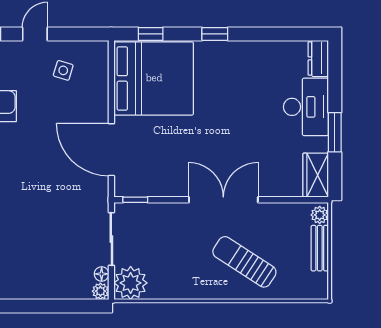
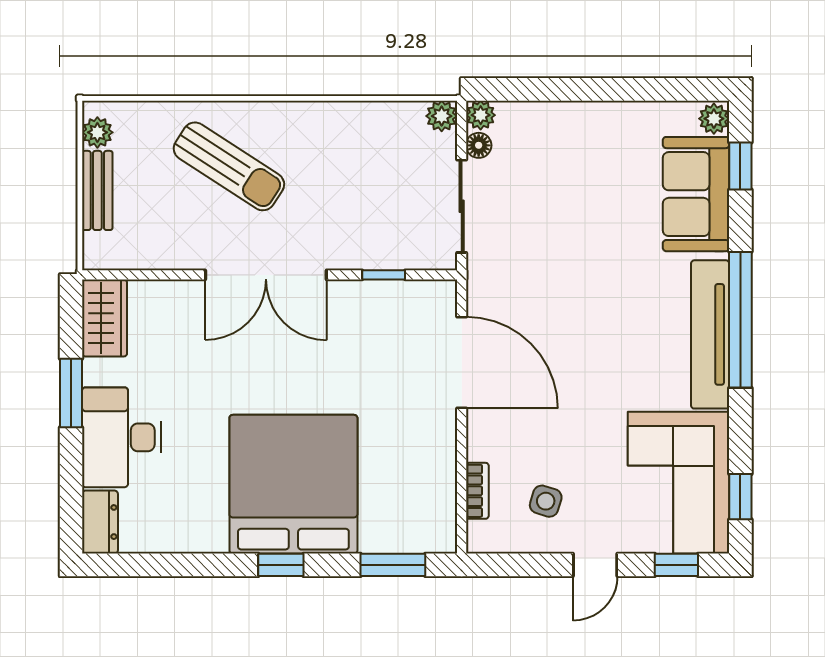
window: (151, 34) -> (393, 565), width x1.50
bookcase: (102, 76) -> (477, 491), added
bed: (154, 78) -> (293, 484), moved, turned 90
window: (135, 200) -> (384, 275), moved
plant: (320, 215) -> (97, 132), moved
plant: (131, 283) -> (442, 116), width x0.53, depth x0.53

